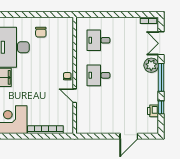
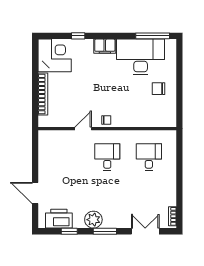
plant: (151, 65) -> (93, 220), moved
window: (161, 77) -> (105, 231), width x0.69
printer: (153, 111) -> (59, 219), width x1.87, depth x1.48

